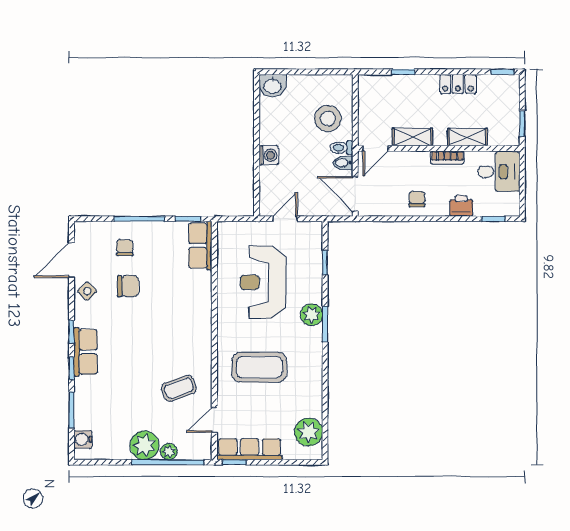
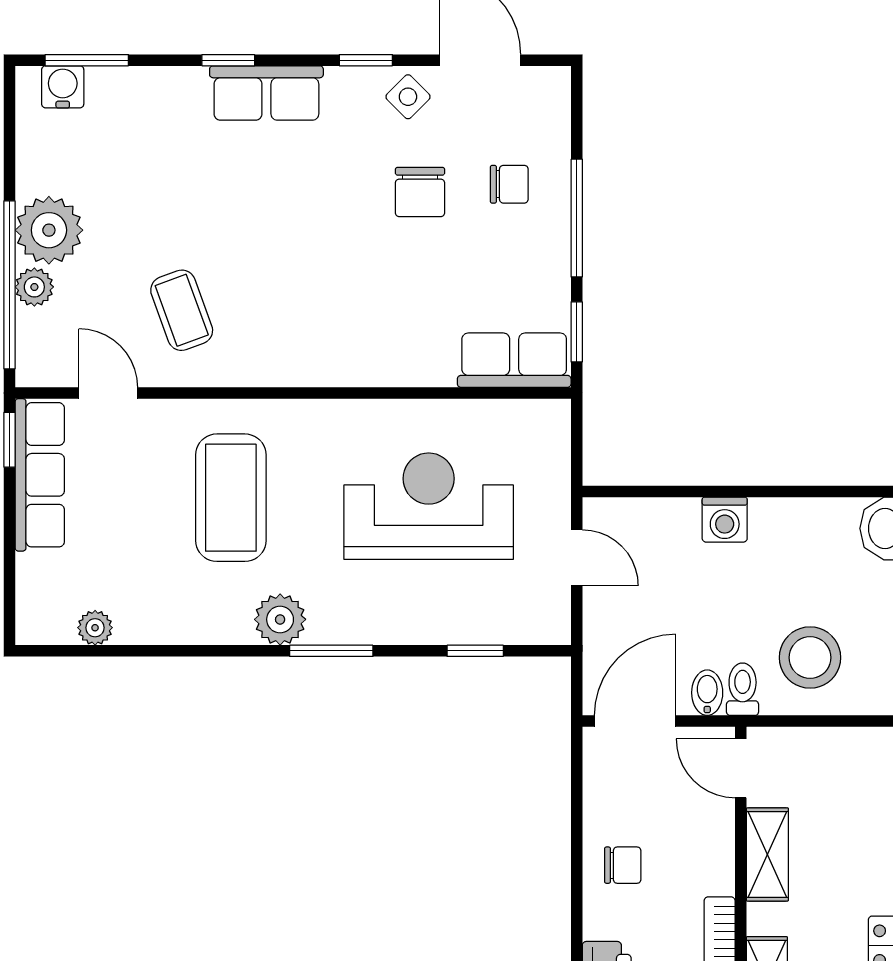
plant: (312, 315) -> (280, 619), moved
window: (71, 332) -> (366, 60), moved
window: (71, 410) -> (87, 60), moved
plant: (309, 432) -> (95, 628), width x0.53, depth x0.53

